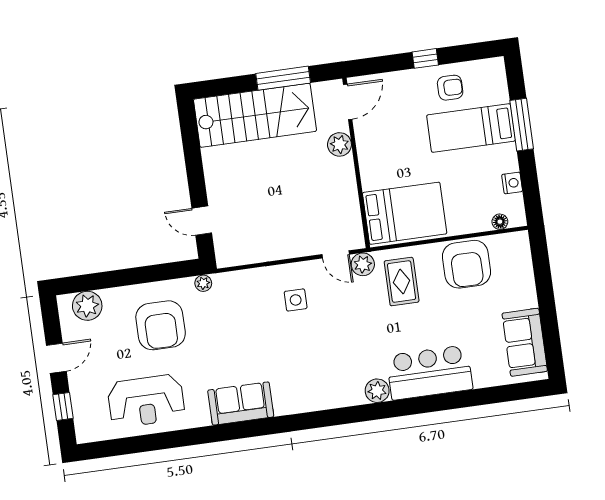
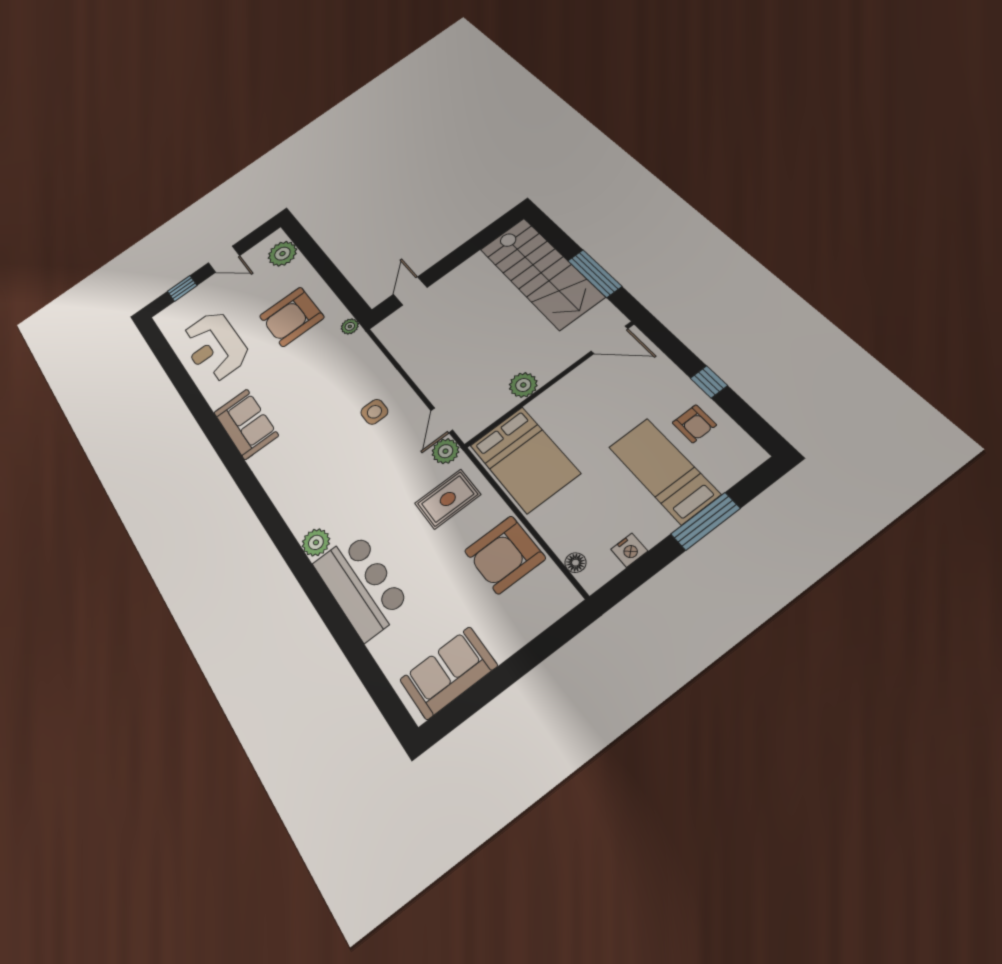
plant: (339, 144) -> (523, 385), moved

